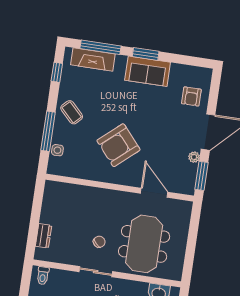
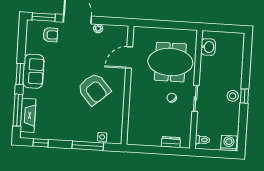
coffee table: (72, 112) -> (71, 128), removed
window: (202, 176) -> (44, 17), moved

